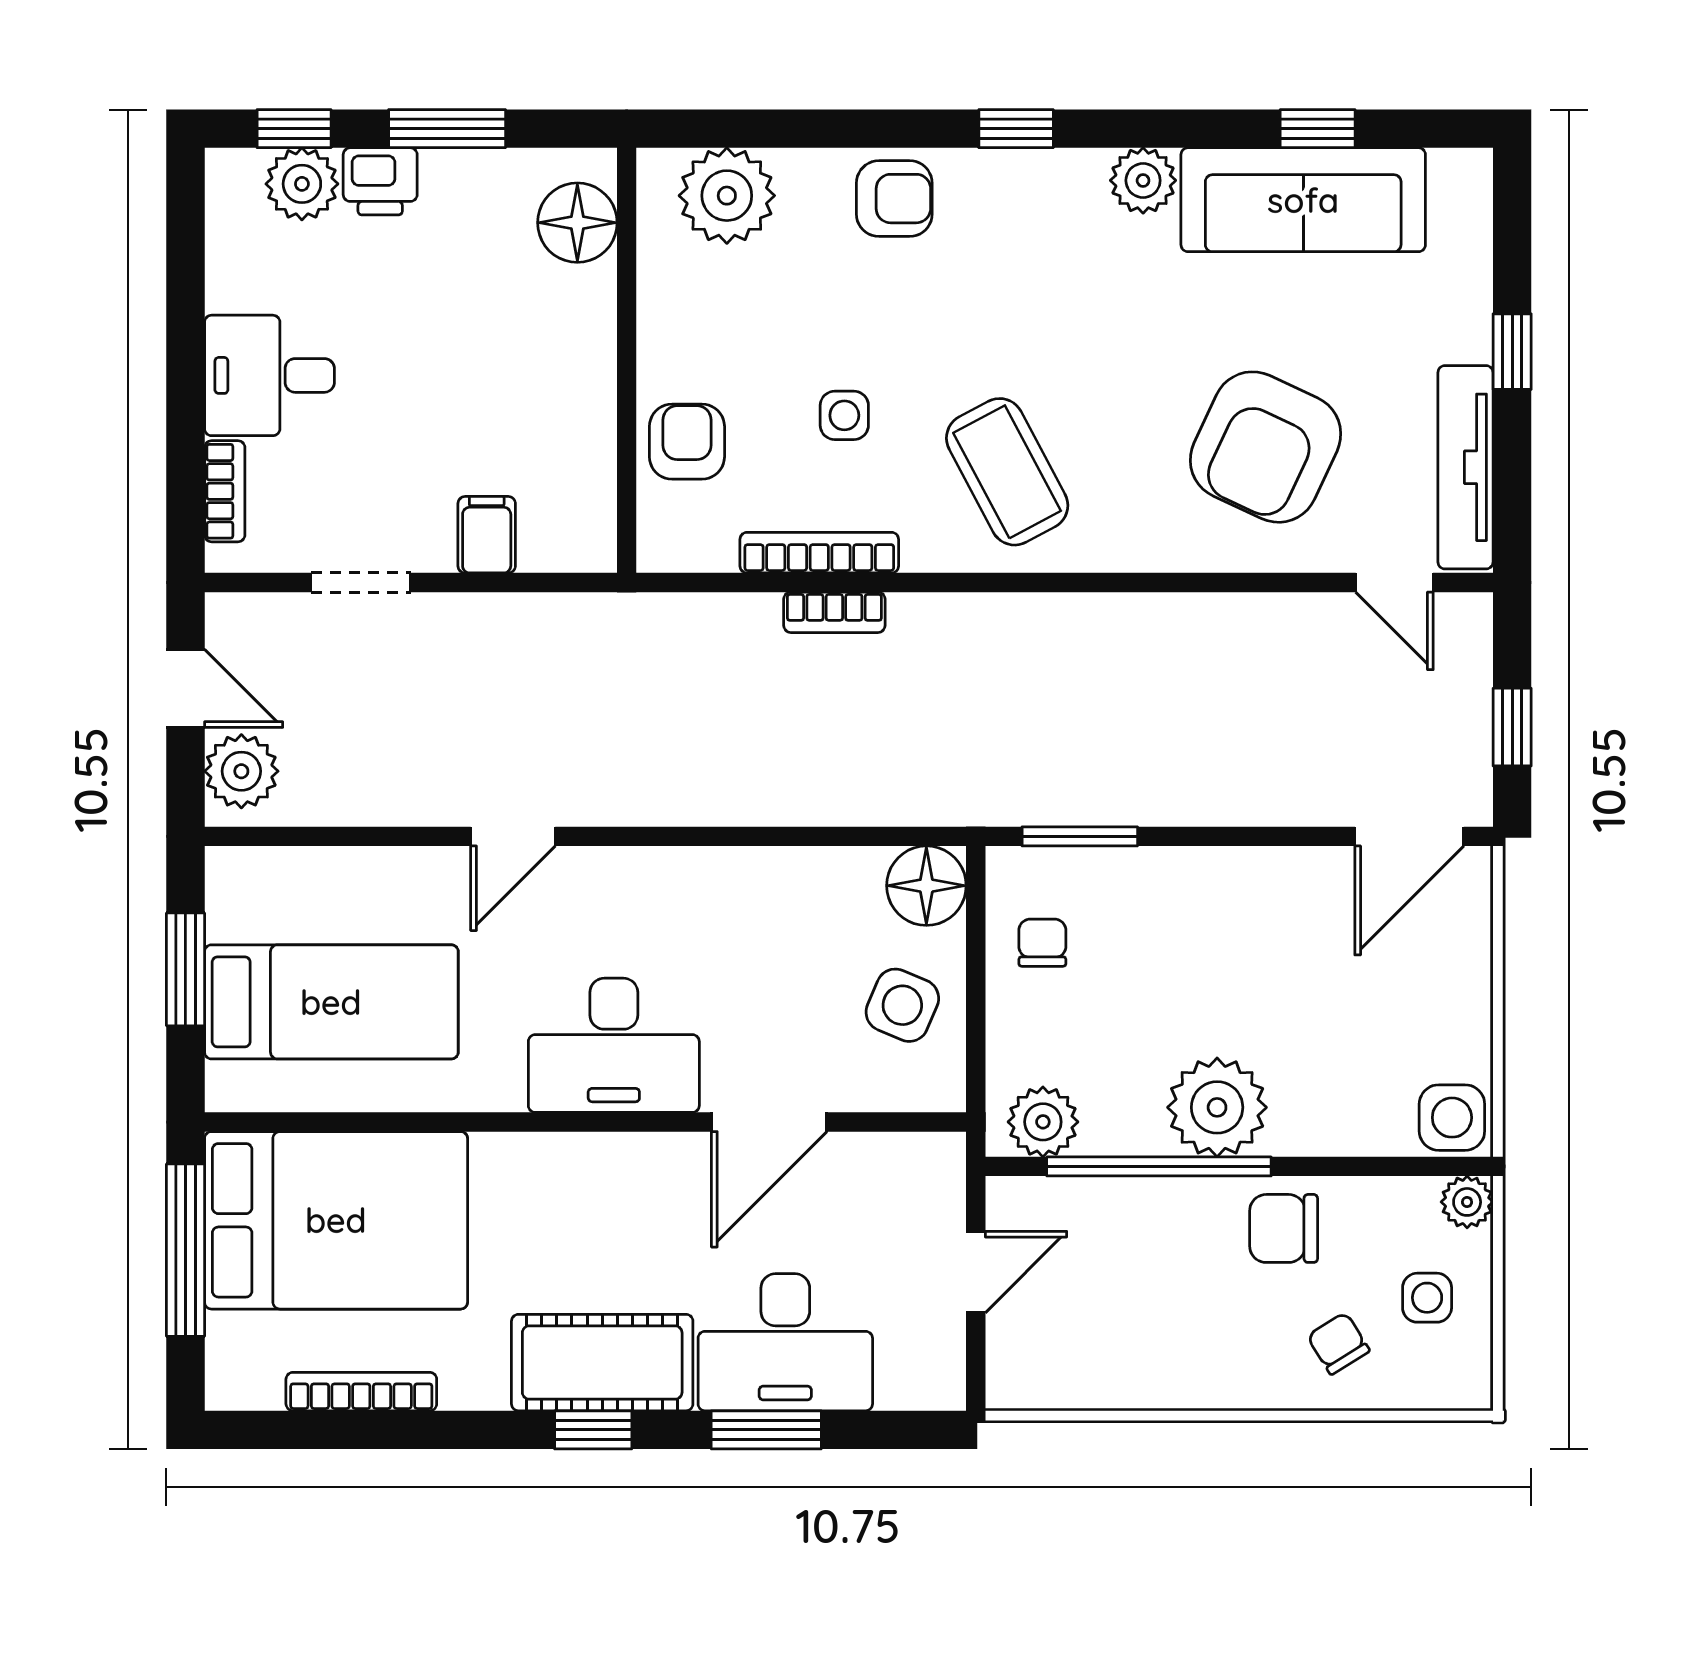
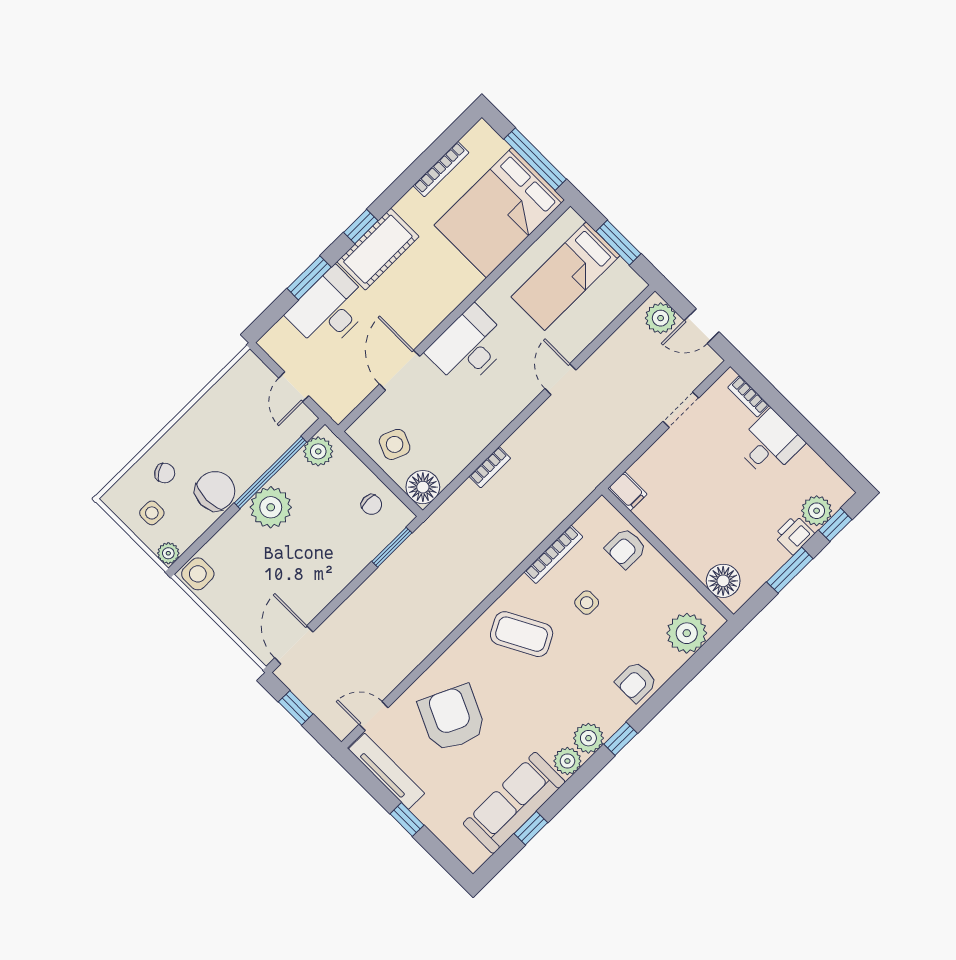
plant: (1069, 184) -> (588, 738), added
armchair: (687, 442) -> (626, 548), turned 90
filing cabinet: (487, 535) -> (627, 491), moved
bookcase: (834, 612) -> (490, 467), moved, turned 180
chair: (1284, 1228) -> (215, 491), width x1.37, depth x1.37

